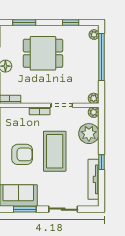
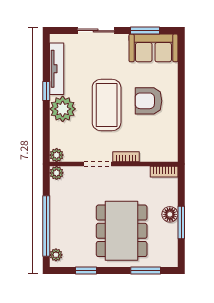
dining table: (43, 53) -> (122, 231), width x1.38
plant: (89, 134) -> (63, 109), moved

